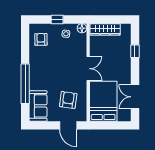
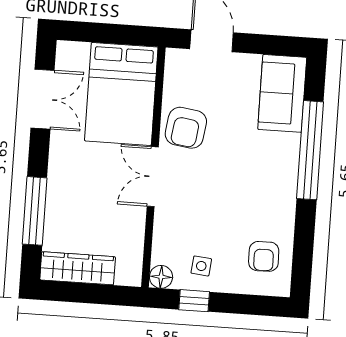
window: (57, 20) -> (194, 301), moved
wardrobe: (105, 29) -> (78, 268), moved
window: (135, 51) -> (35, 211), width x2.17
armchair: (68, 100) -> (186, 128), moved

